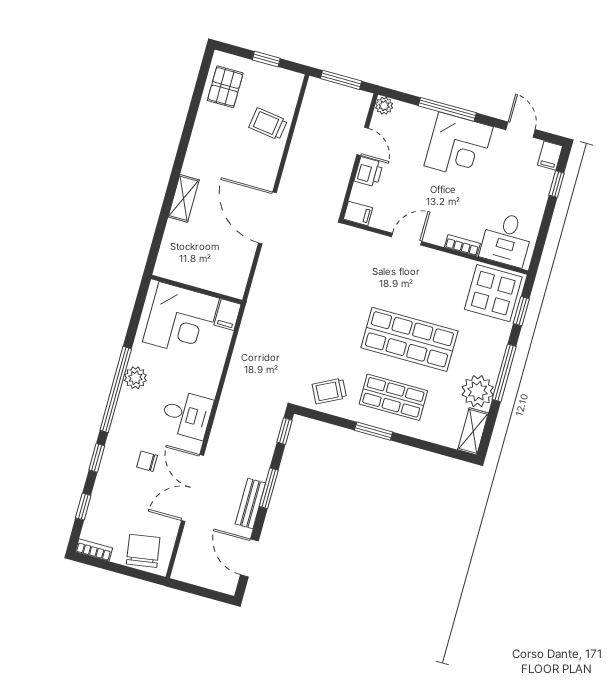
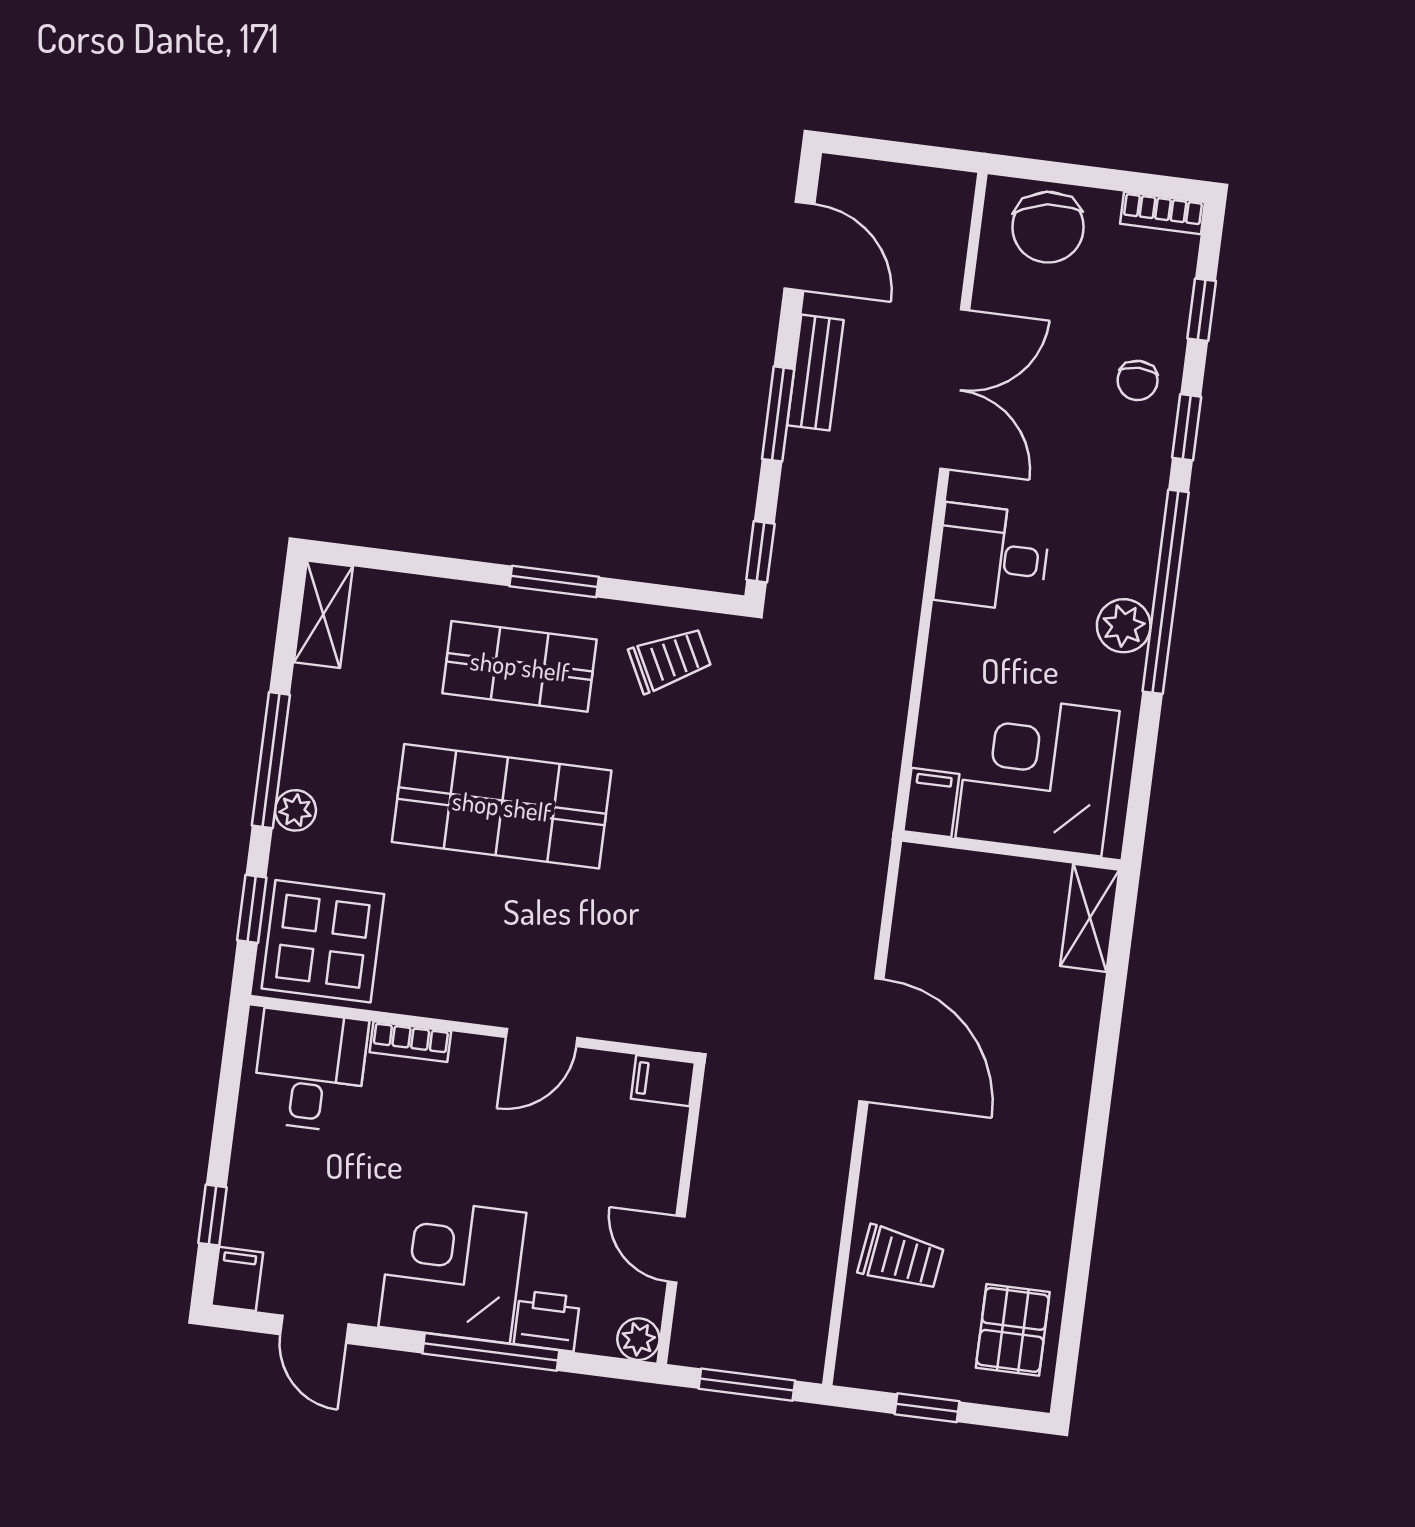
printer: (369, 172) -> (547, 1321), moved, turned 90
shelving: (184, 198) -> (1090, 918), moved
plant: (478, 391) -> (295, 810), moved, width x0.53, depth x0.53
chair: (147, 461) -> (1138, 380), moved, turned 90

